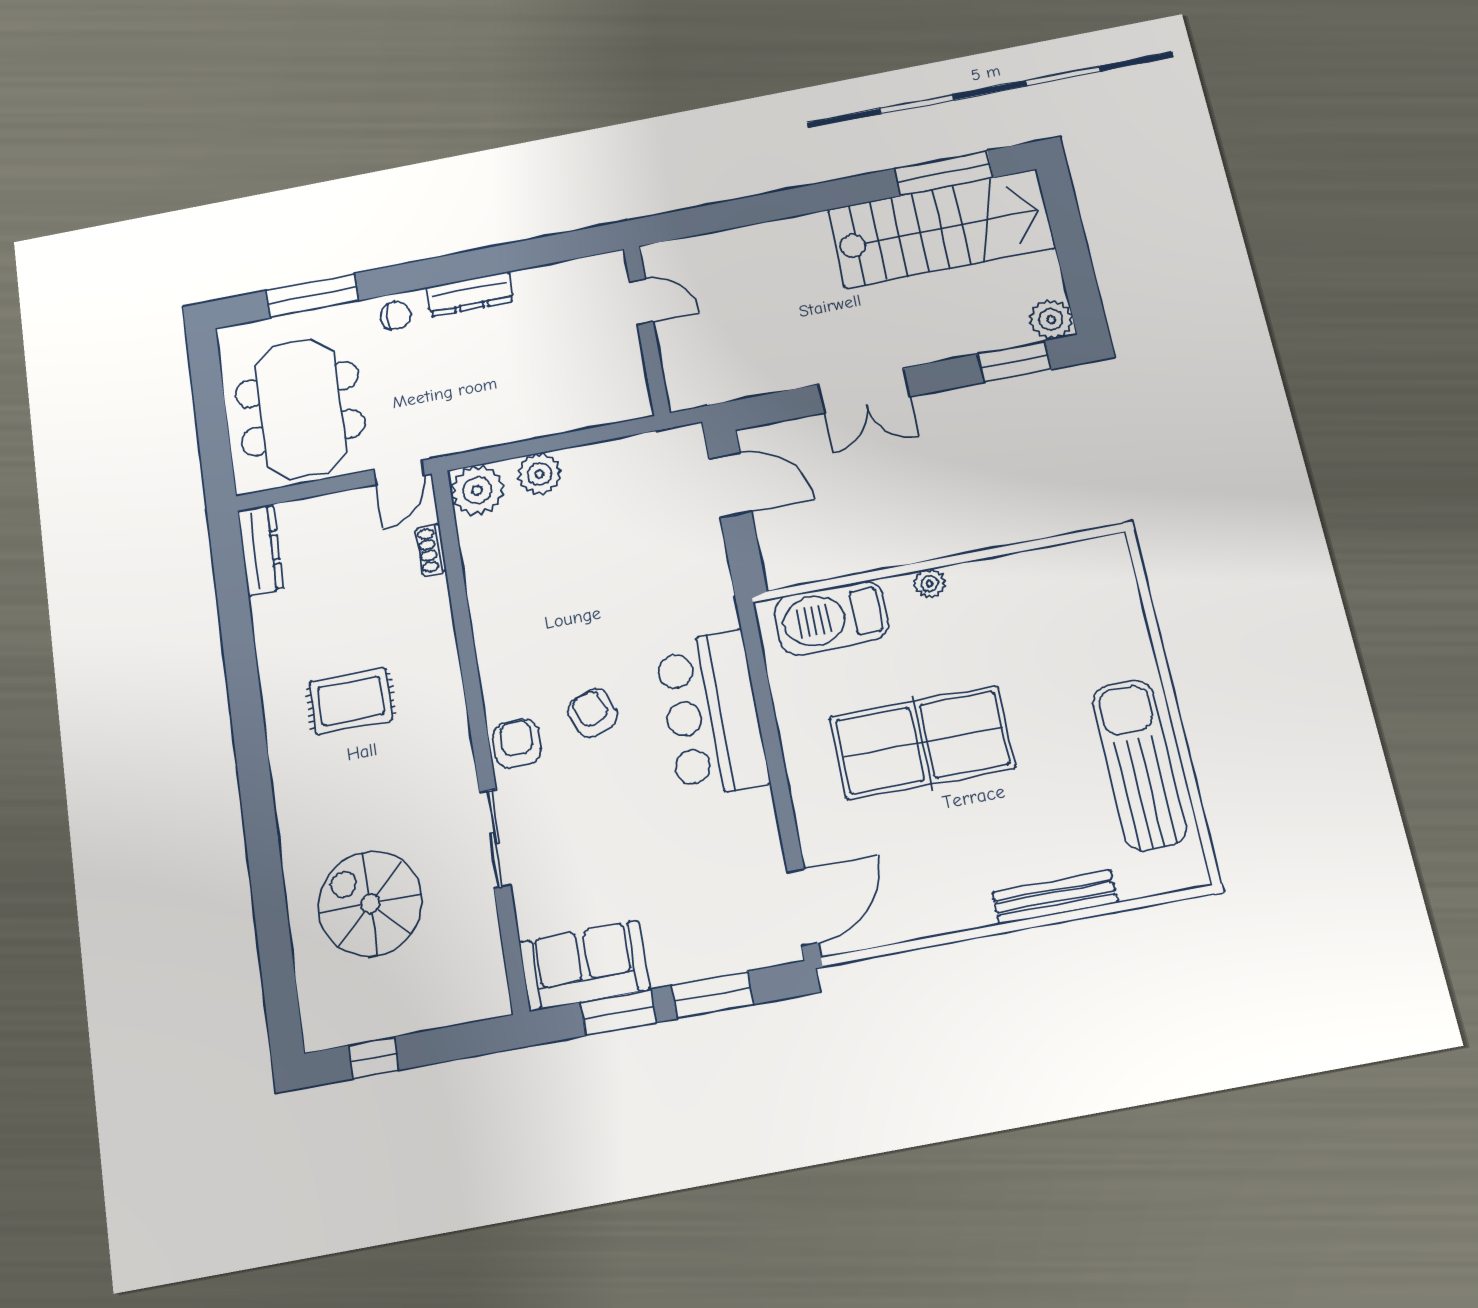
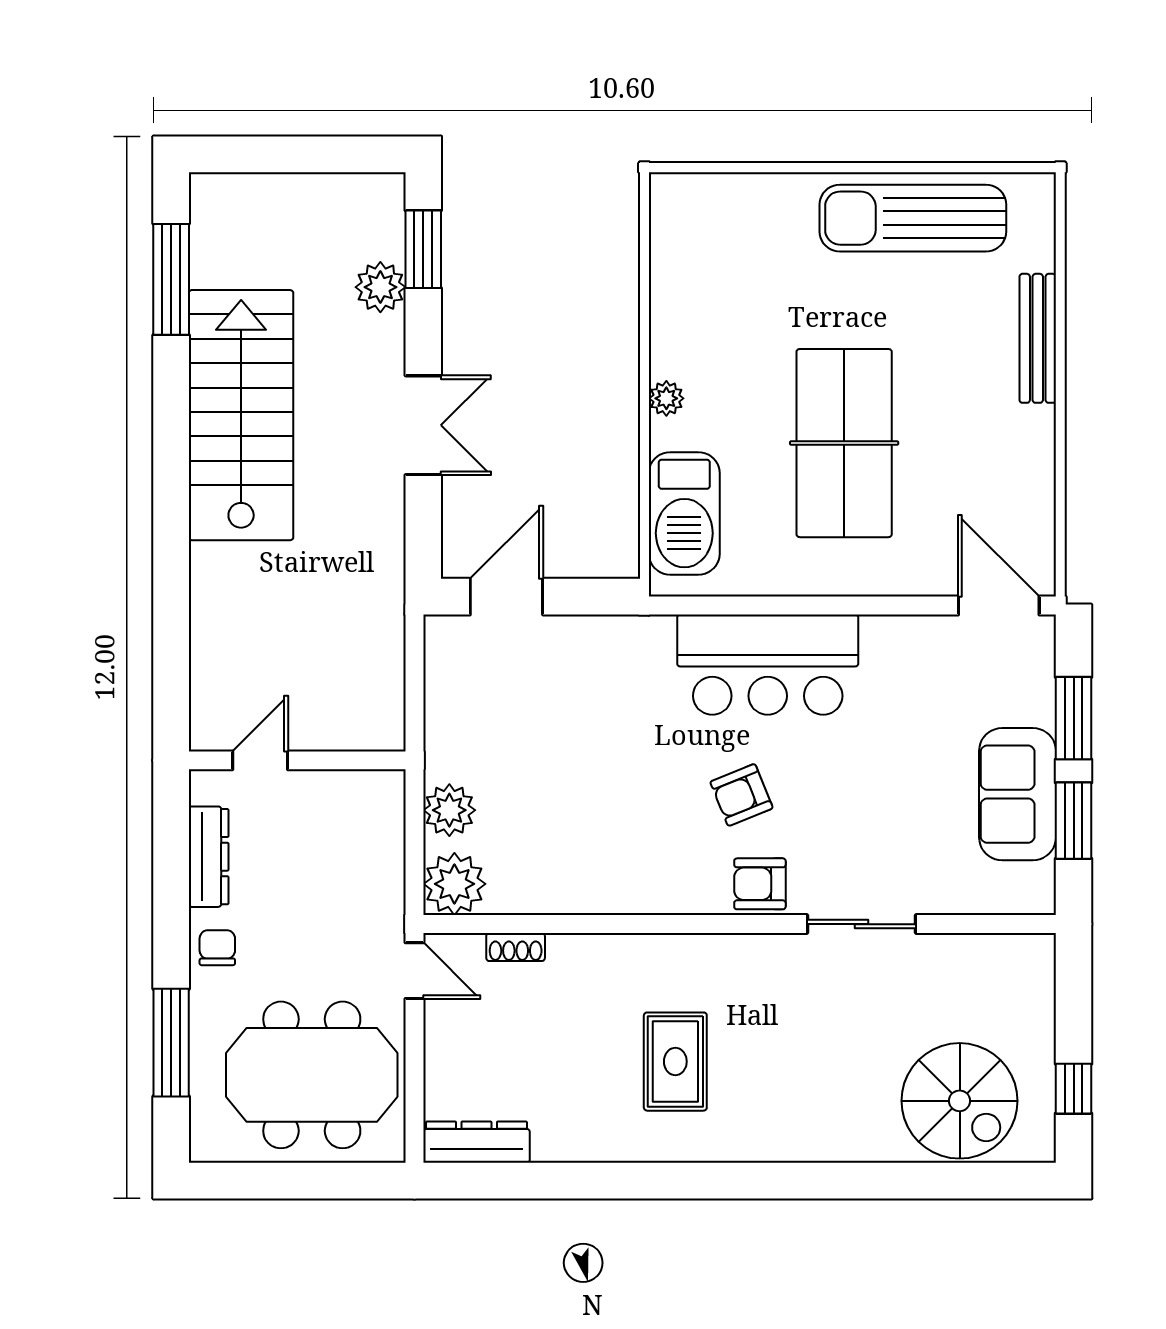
stairs: (941, 229) -> (241, 415), moved
door: (641, 302) -> (260, 760), moved
plant: (1051, 319) -> (380, 287), moved
wall: (647, 330) -> (297, 760), moved
spiral stairs: (370, 904) -> (960, 1101), moved, turned -90
sofa: (584, 966) -> (1018, 794), moved

